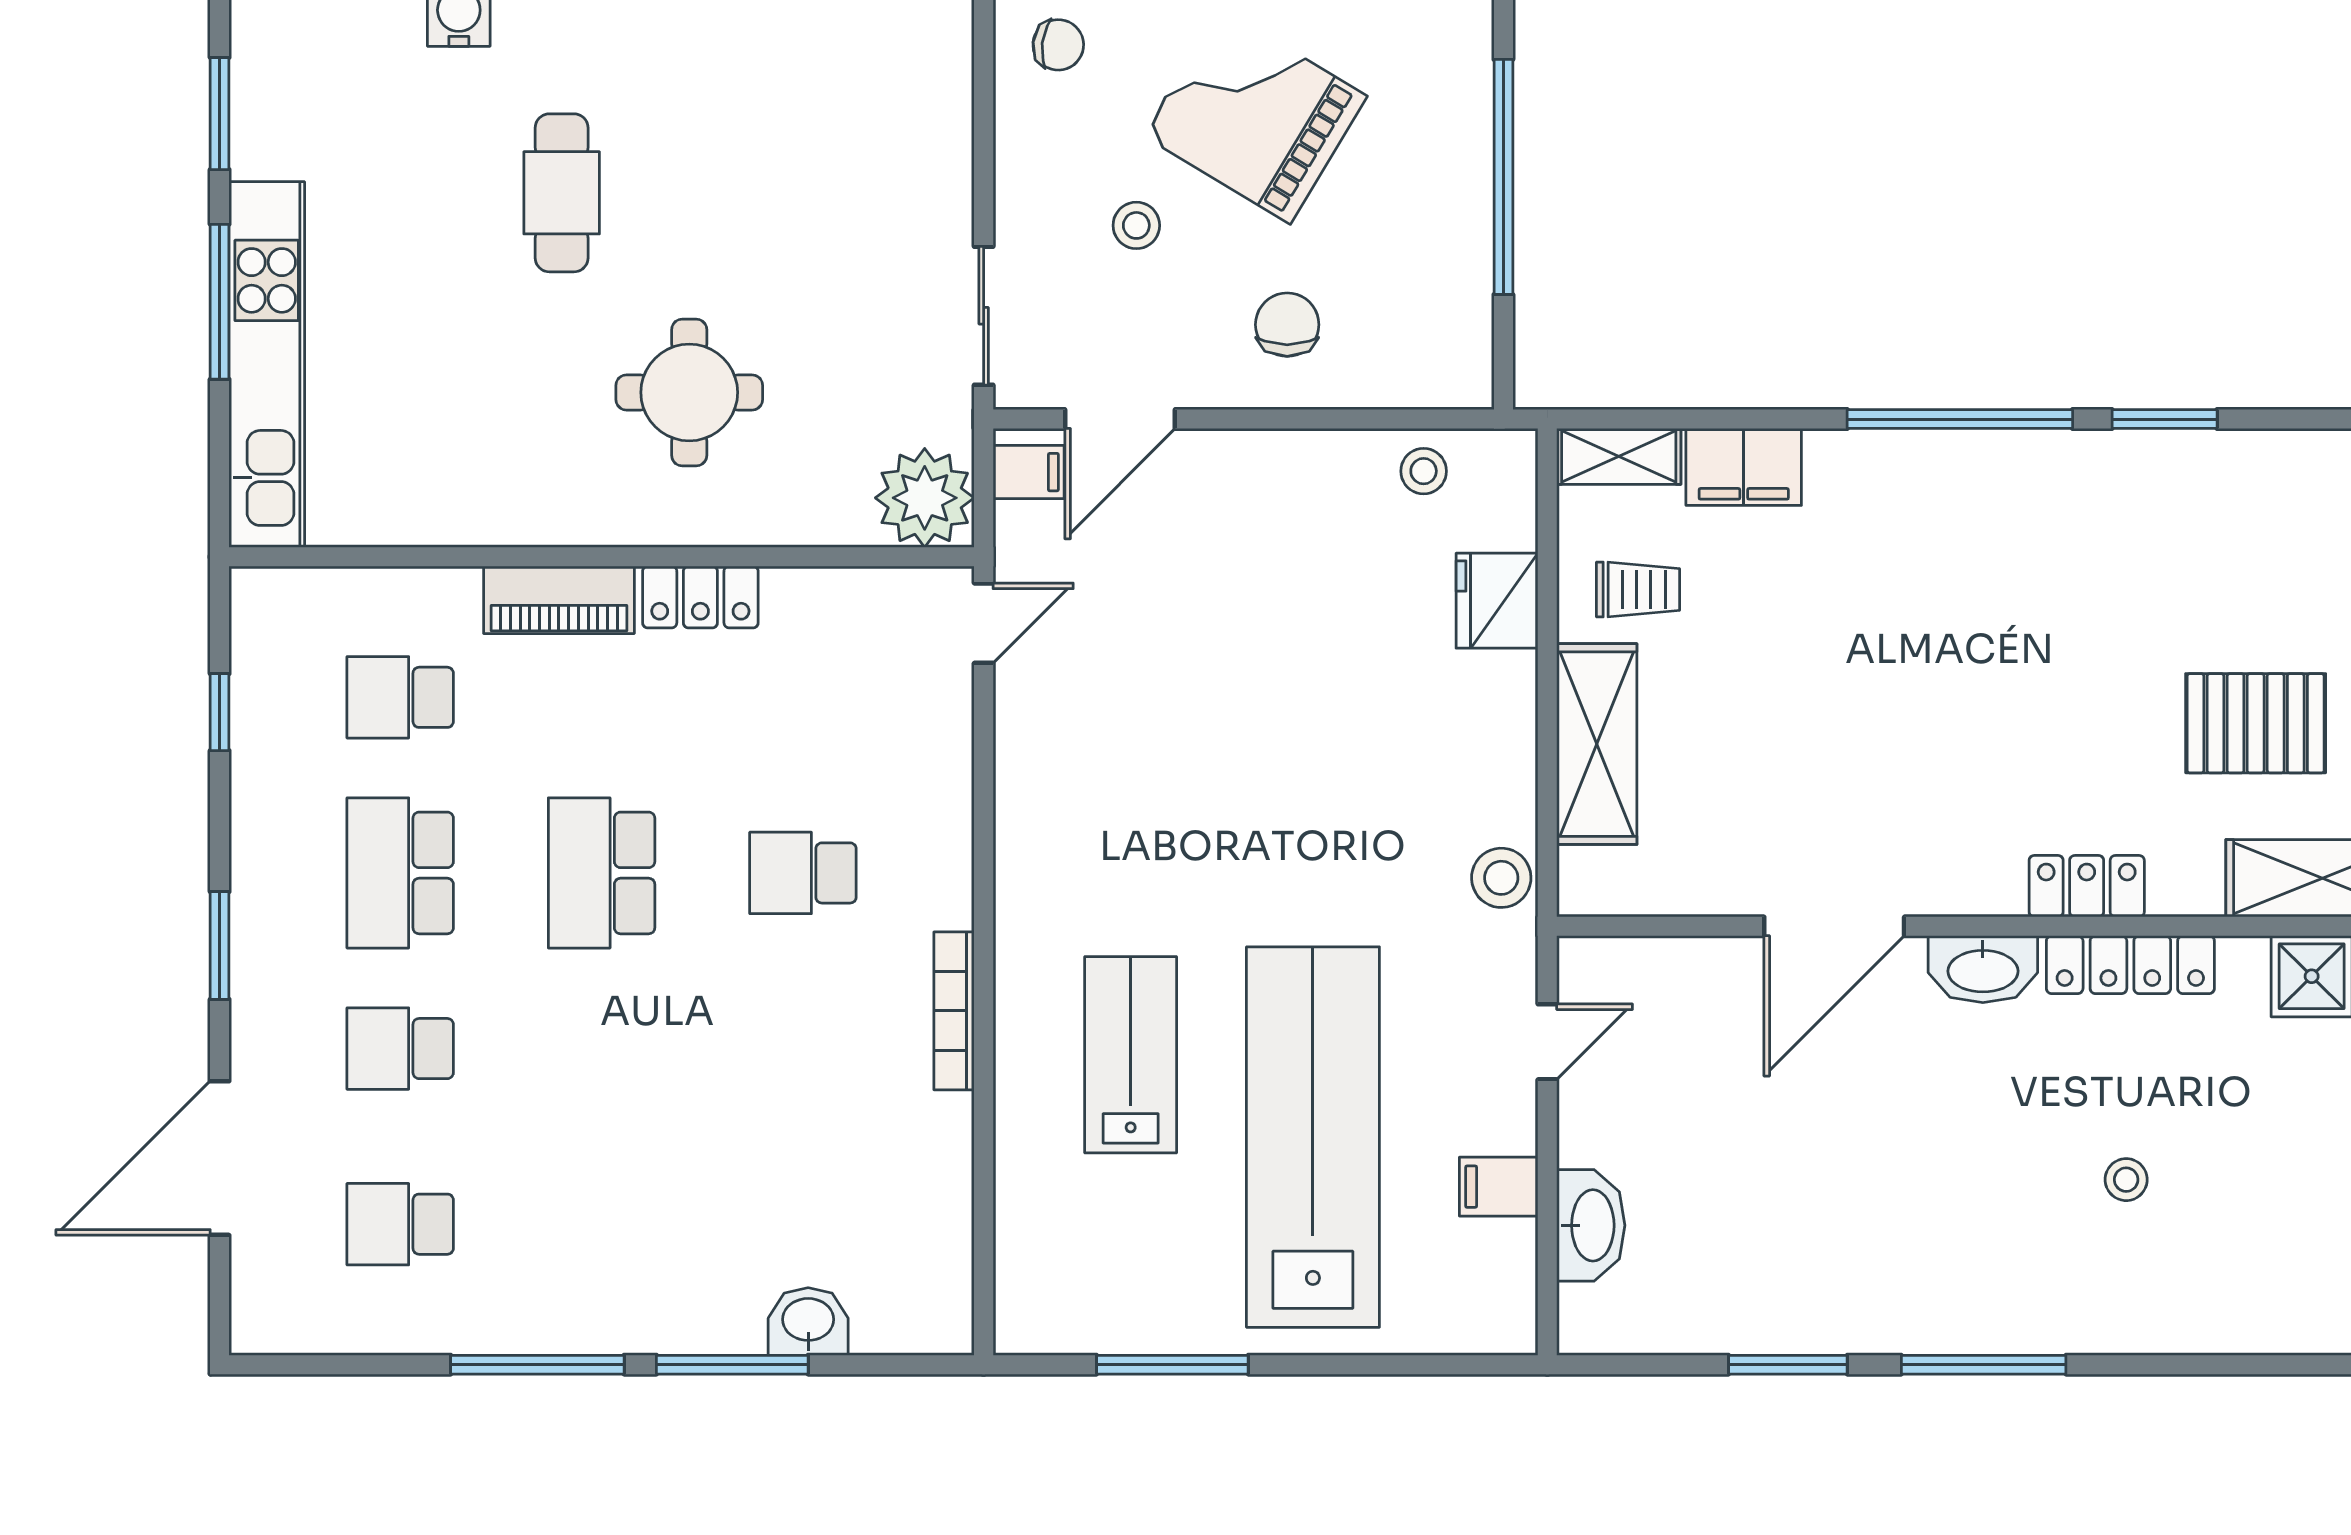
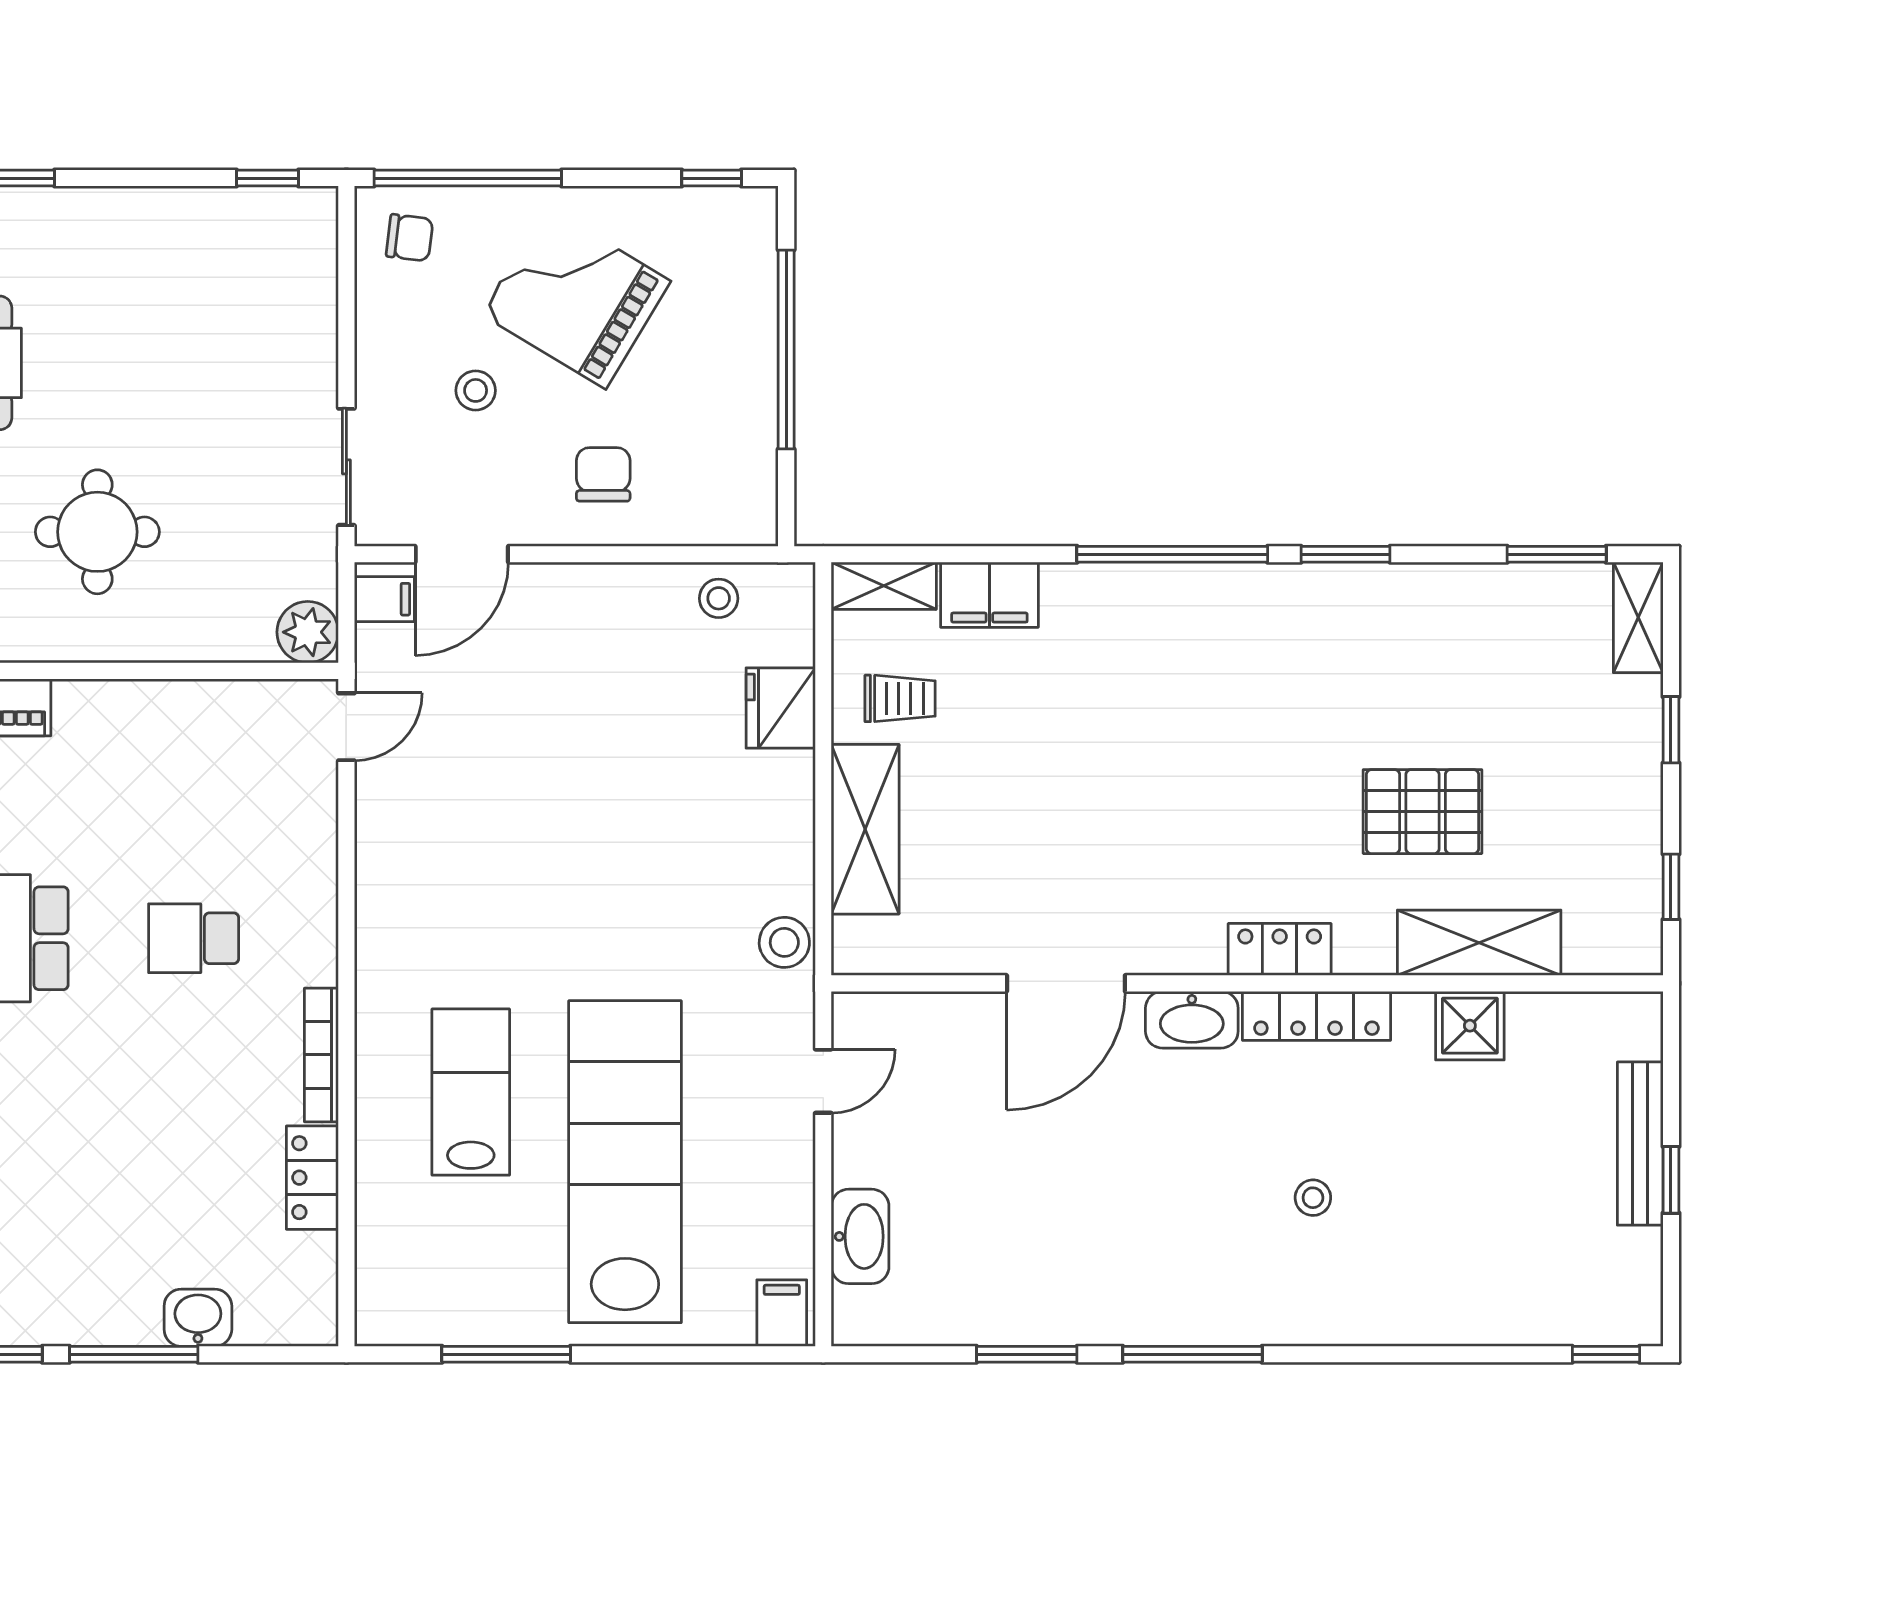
plant: (925, 498) -> (308, 632), width x0.73, depth x0.73
locker: (700, 597) -> (312, 1178), moved, turned 90
filing cabinet: (1499, 1187) -> (782, 1313), moved, turned 90

